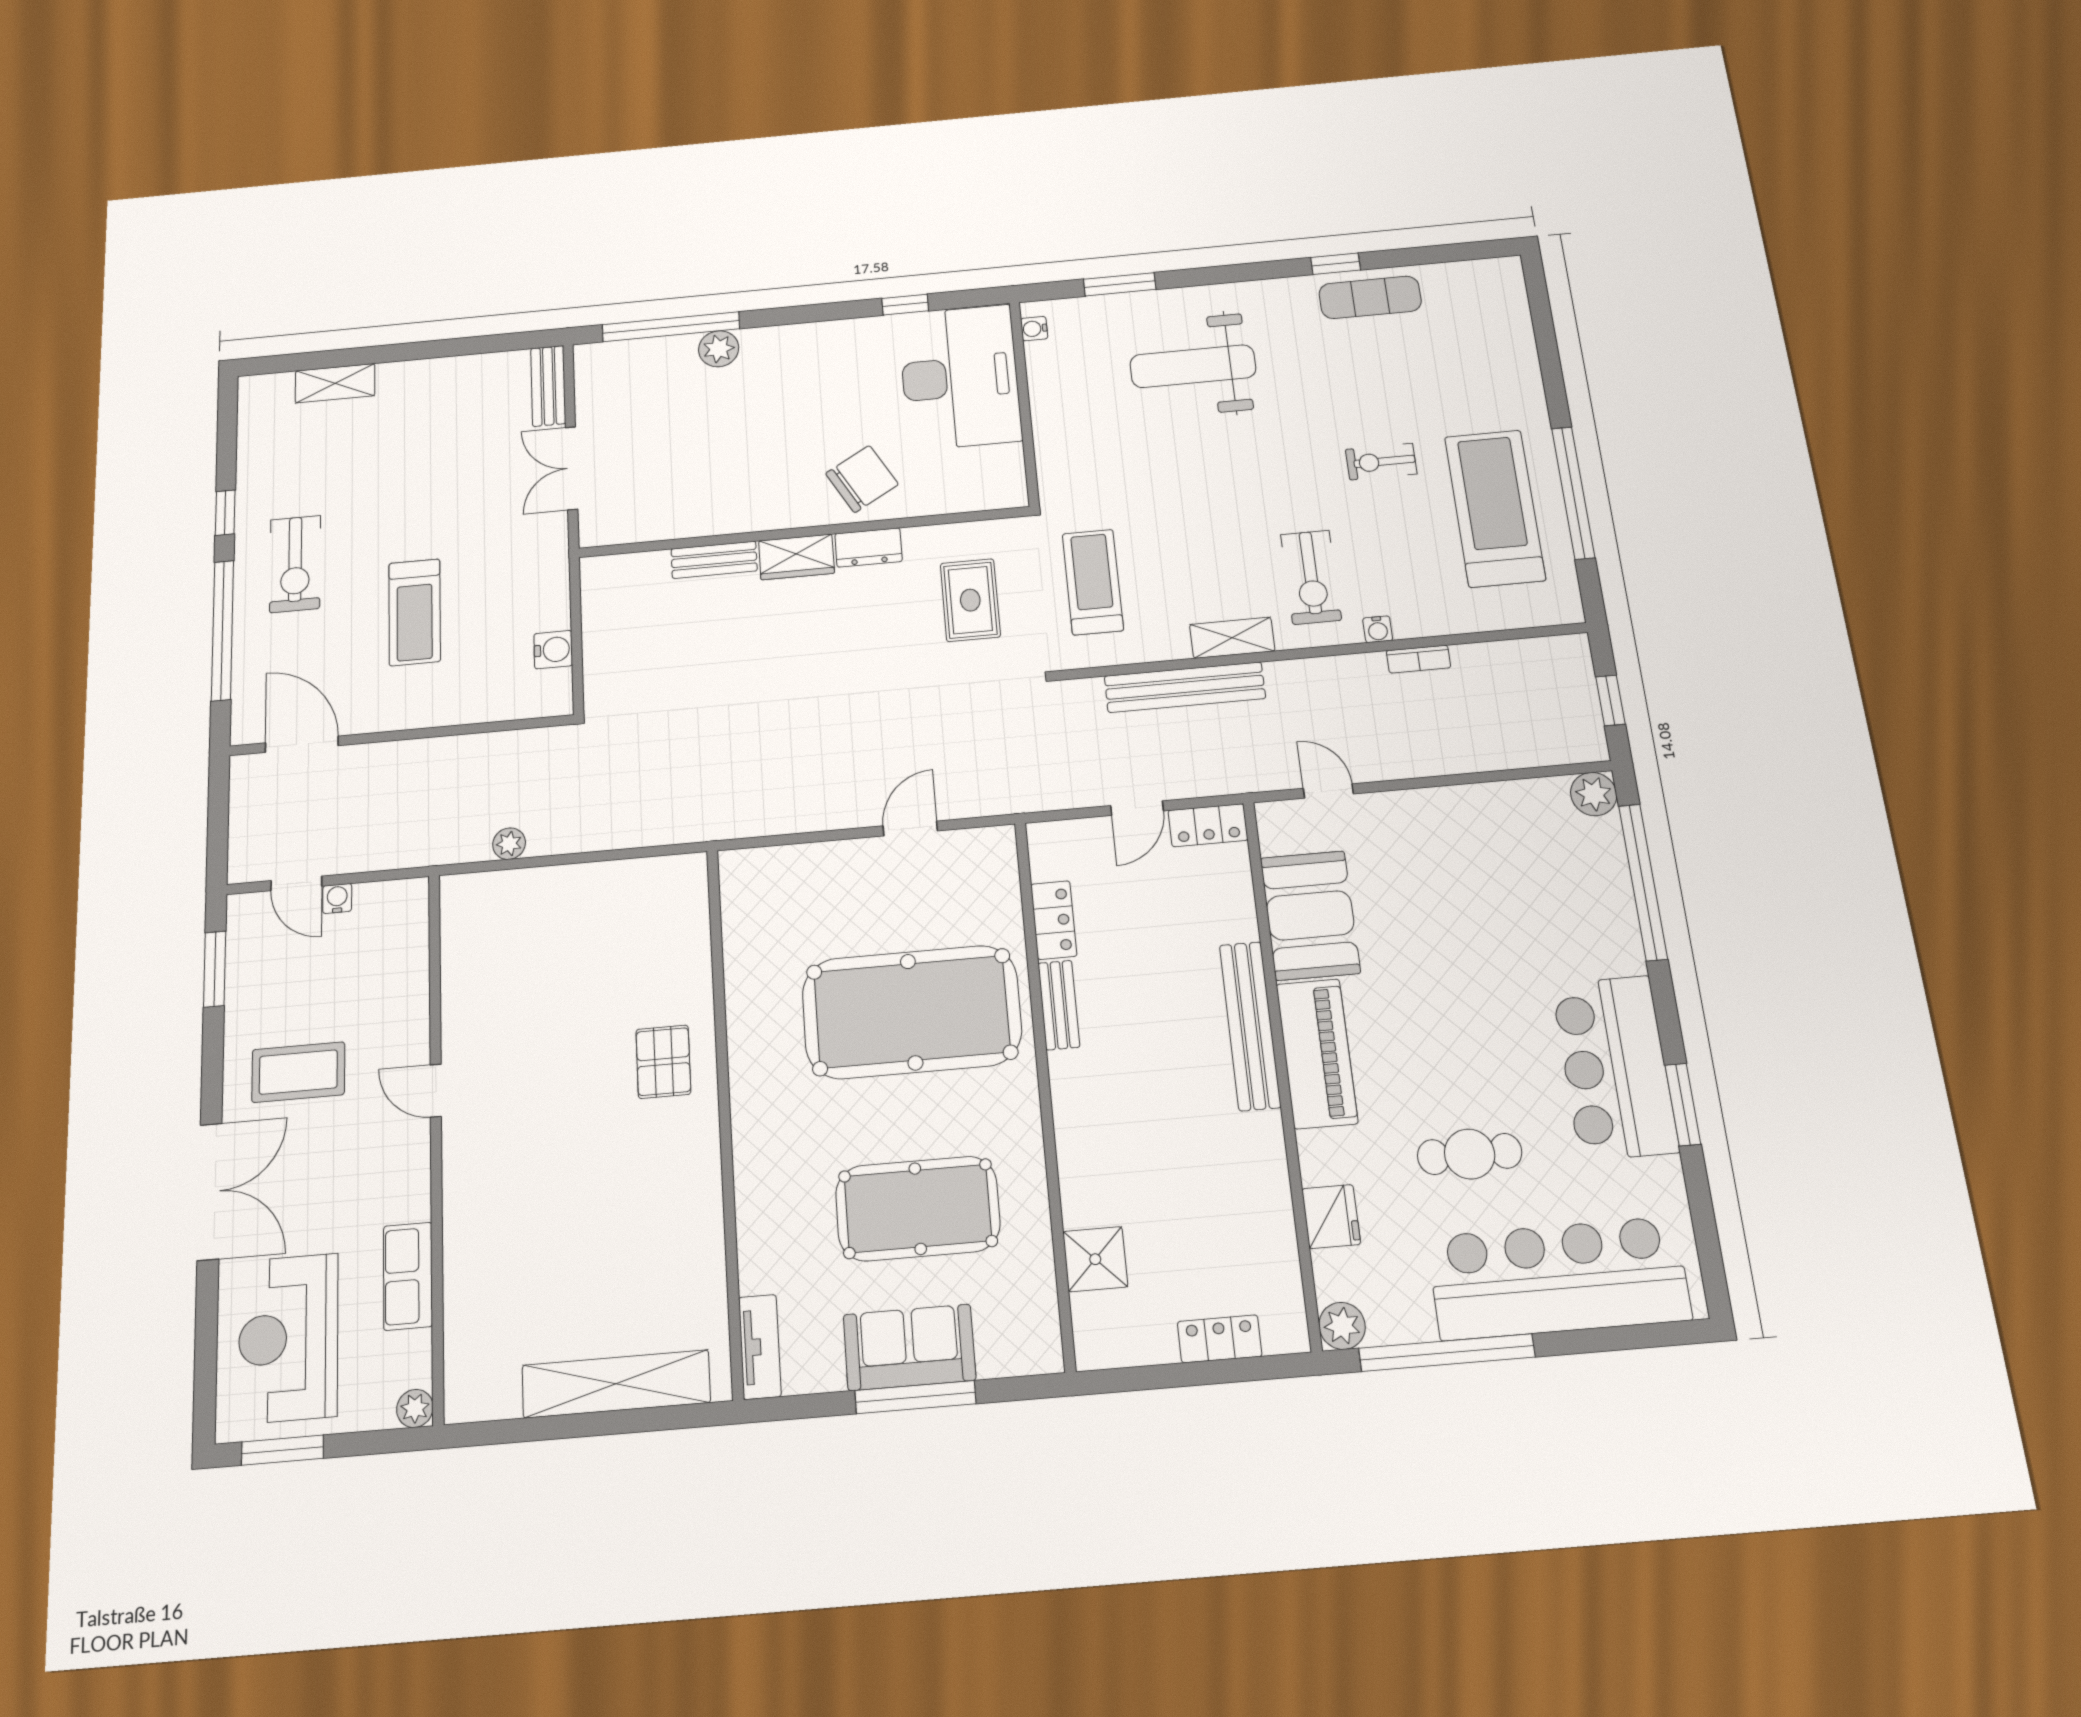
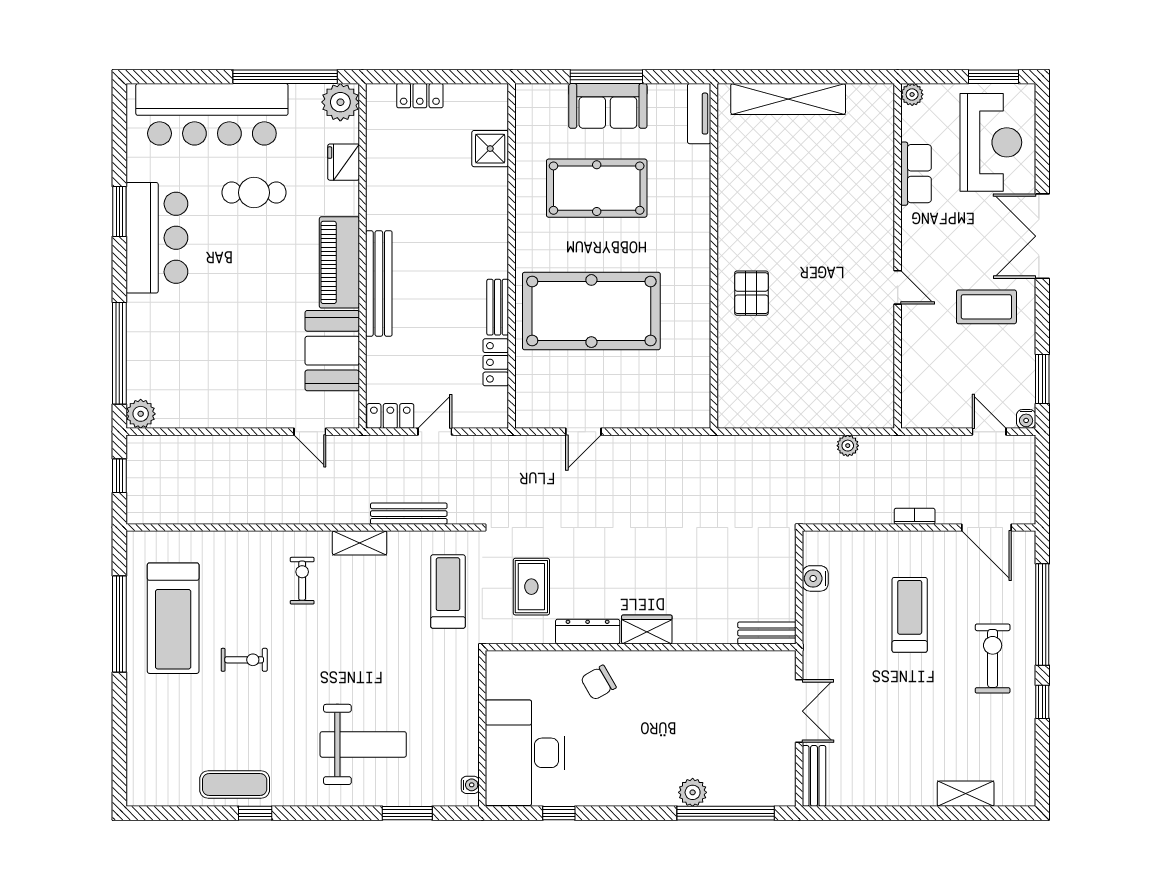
chair: (862, 479) -> (598, 683), width x0.73, depth x0.73
dresser: (869, 547) -> (588, 632), width x1.44
bench: (714, 560) -> (767, 633), moved
exercise bike: (1311, 577) -> (302, 581), width x0.73, depth x0.72
treadmill: (1093, 582) -> (448, 592), turned 180
water cooler: (1378, 629) -> (263, 540), removed
bookcase: (1418, 659) -> (915, 516), moved
bench: (1185, 687) -> (409, 514), width x0.73, depth x0.82
water cooler: (337, 898) -> (1026, 419), moved
plant: (1342, 1326) -> (340, 102), width x1.36, depth x1.36

